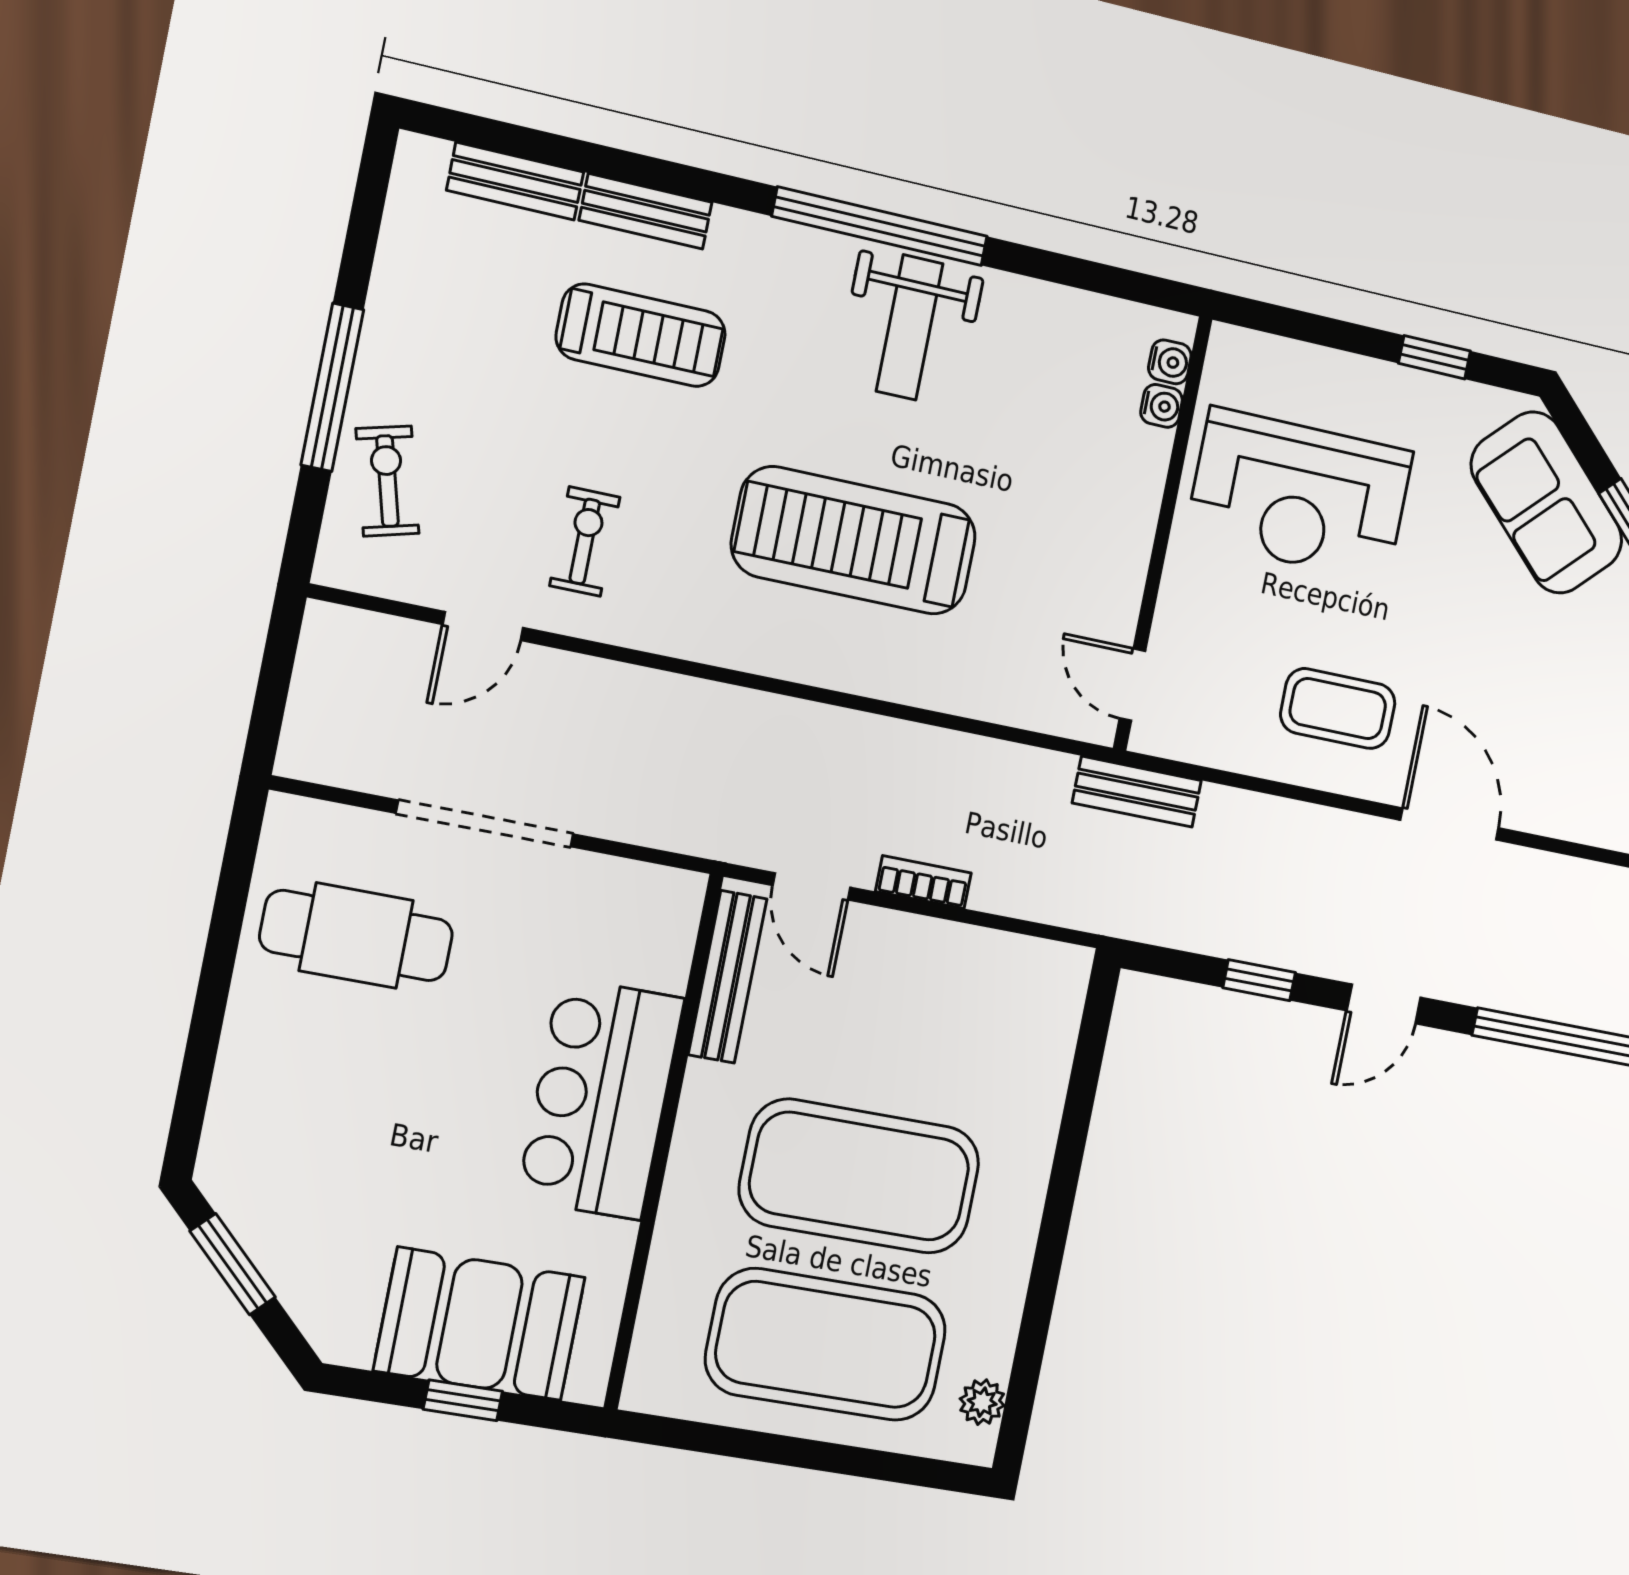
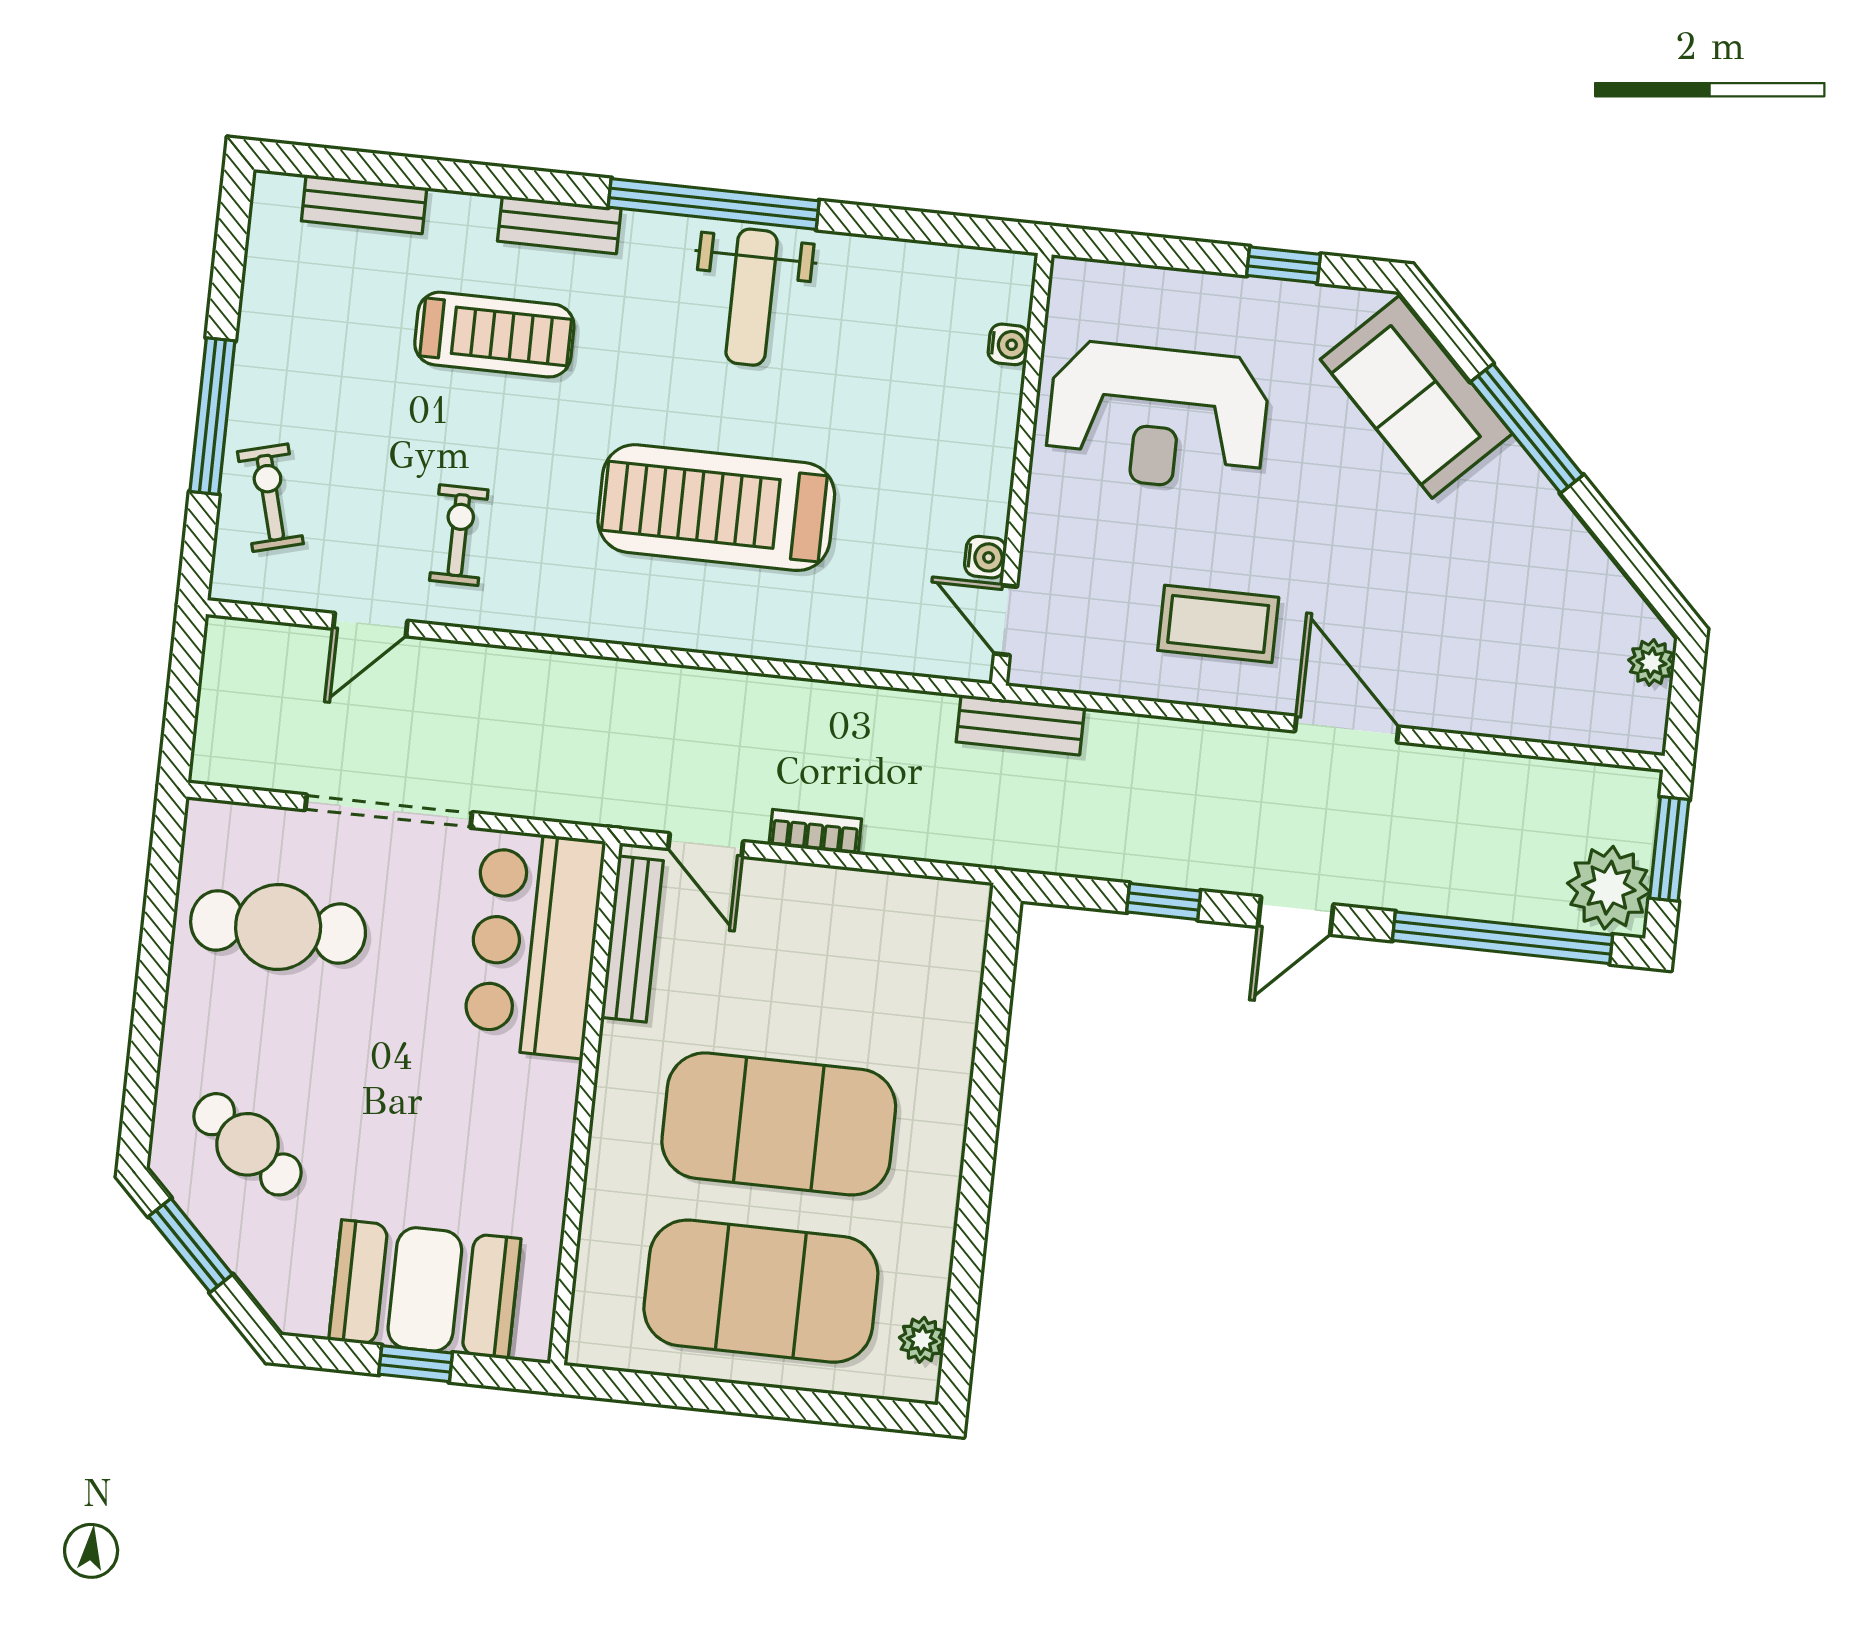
bench: (646, 211) -> (559, 225), moved
water cooler: (1170, 362) -> (985, 557), moved
bar counter: (601, 1099) -> (534, 944), moved
cafe table: (304, 1162) -> (247, 1144), added

